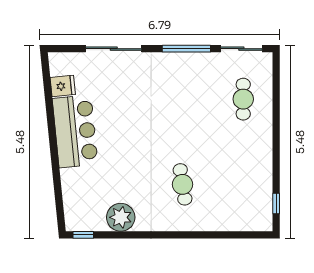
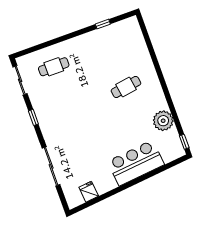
window: (186, 49) -> (33, 117), width x0.46
bar counter: (75, 131) -> (136, 163), moved
window: (276, 203) -> (103, 24), moved

